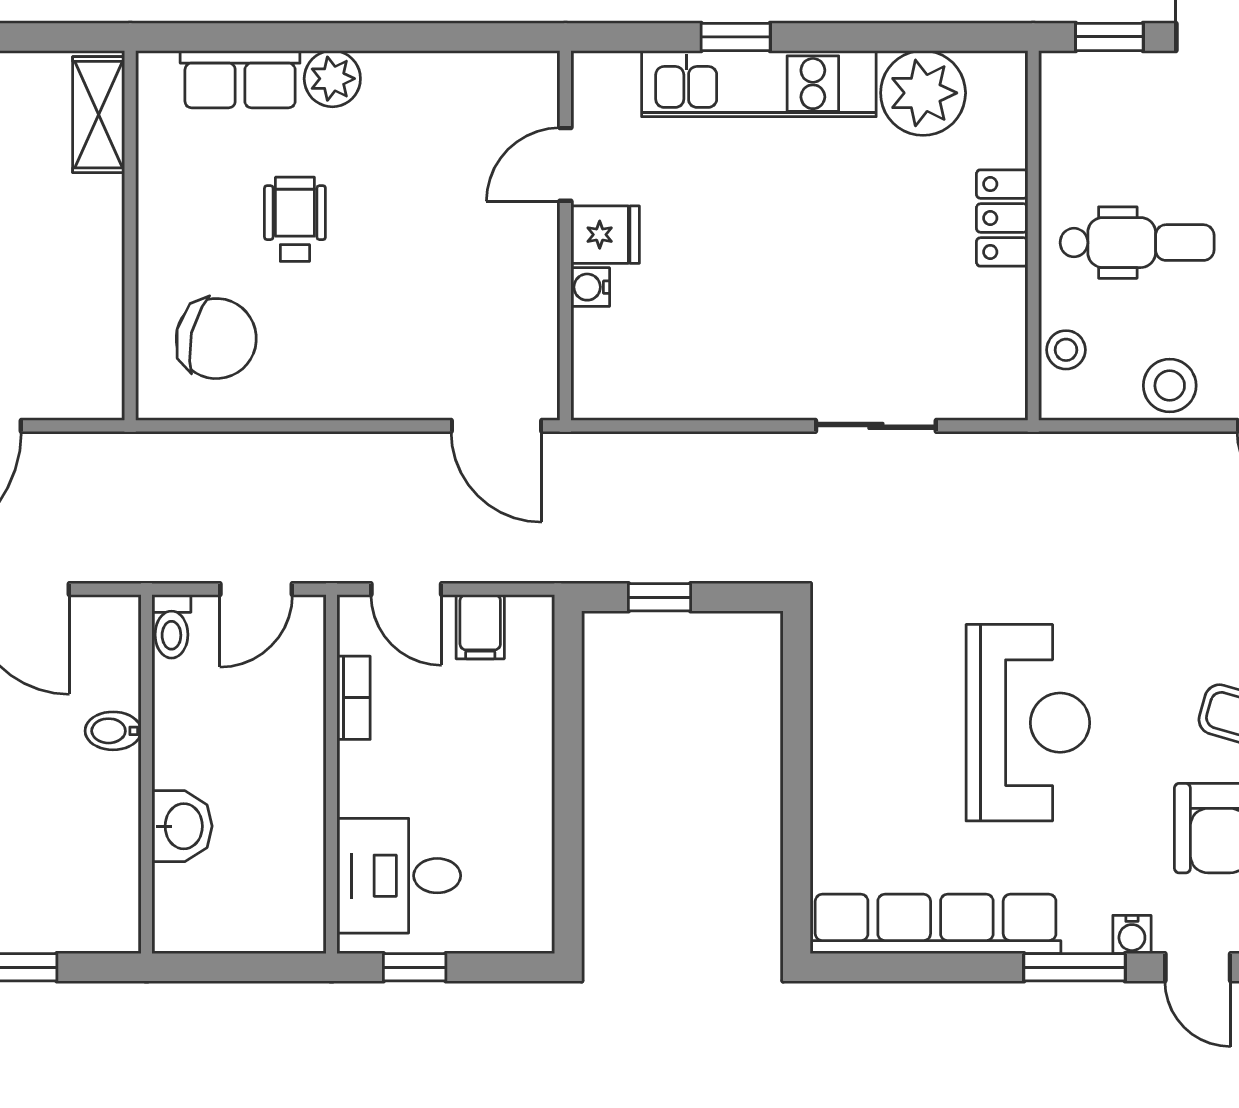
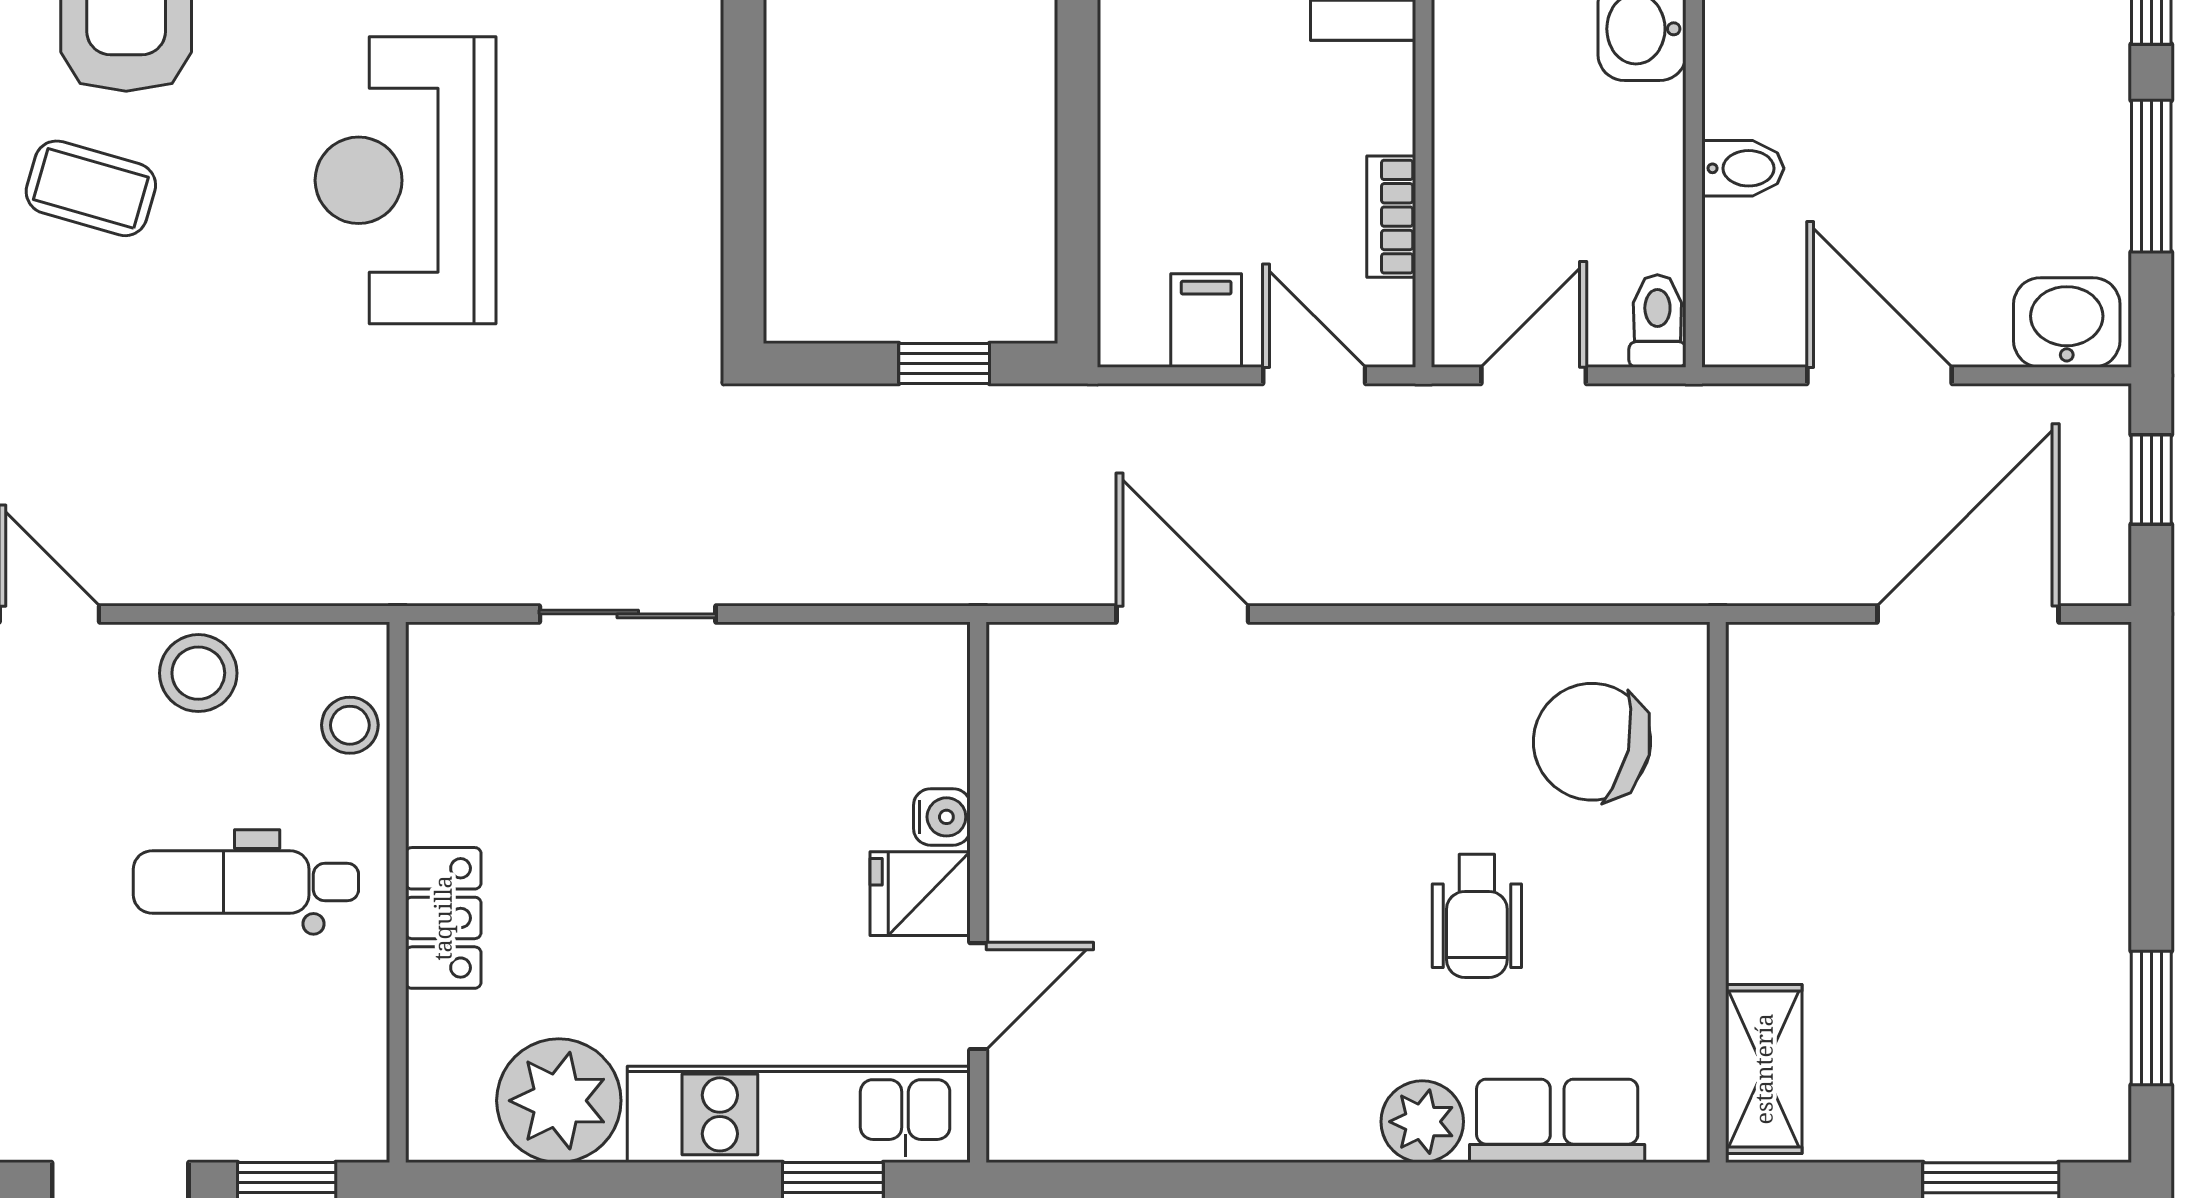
door: (565, 164) -> (978, 996), moved
fridge: (605, 235) -> (920, 894), moved
wall: (565, 236) -> (978, 892), moved
water cooler: (590, 287) -> (942, 817), moved

